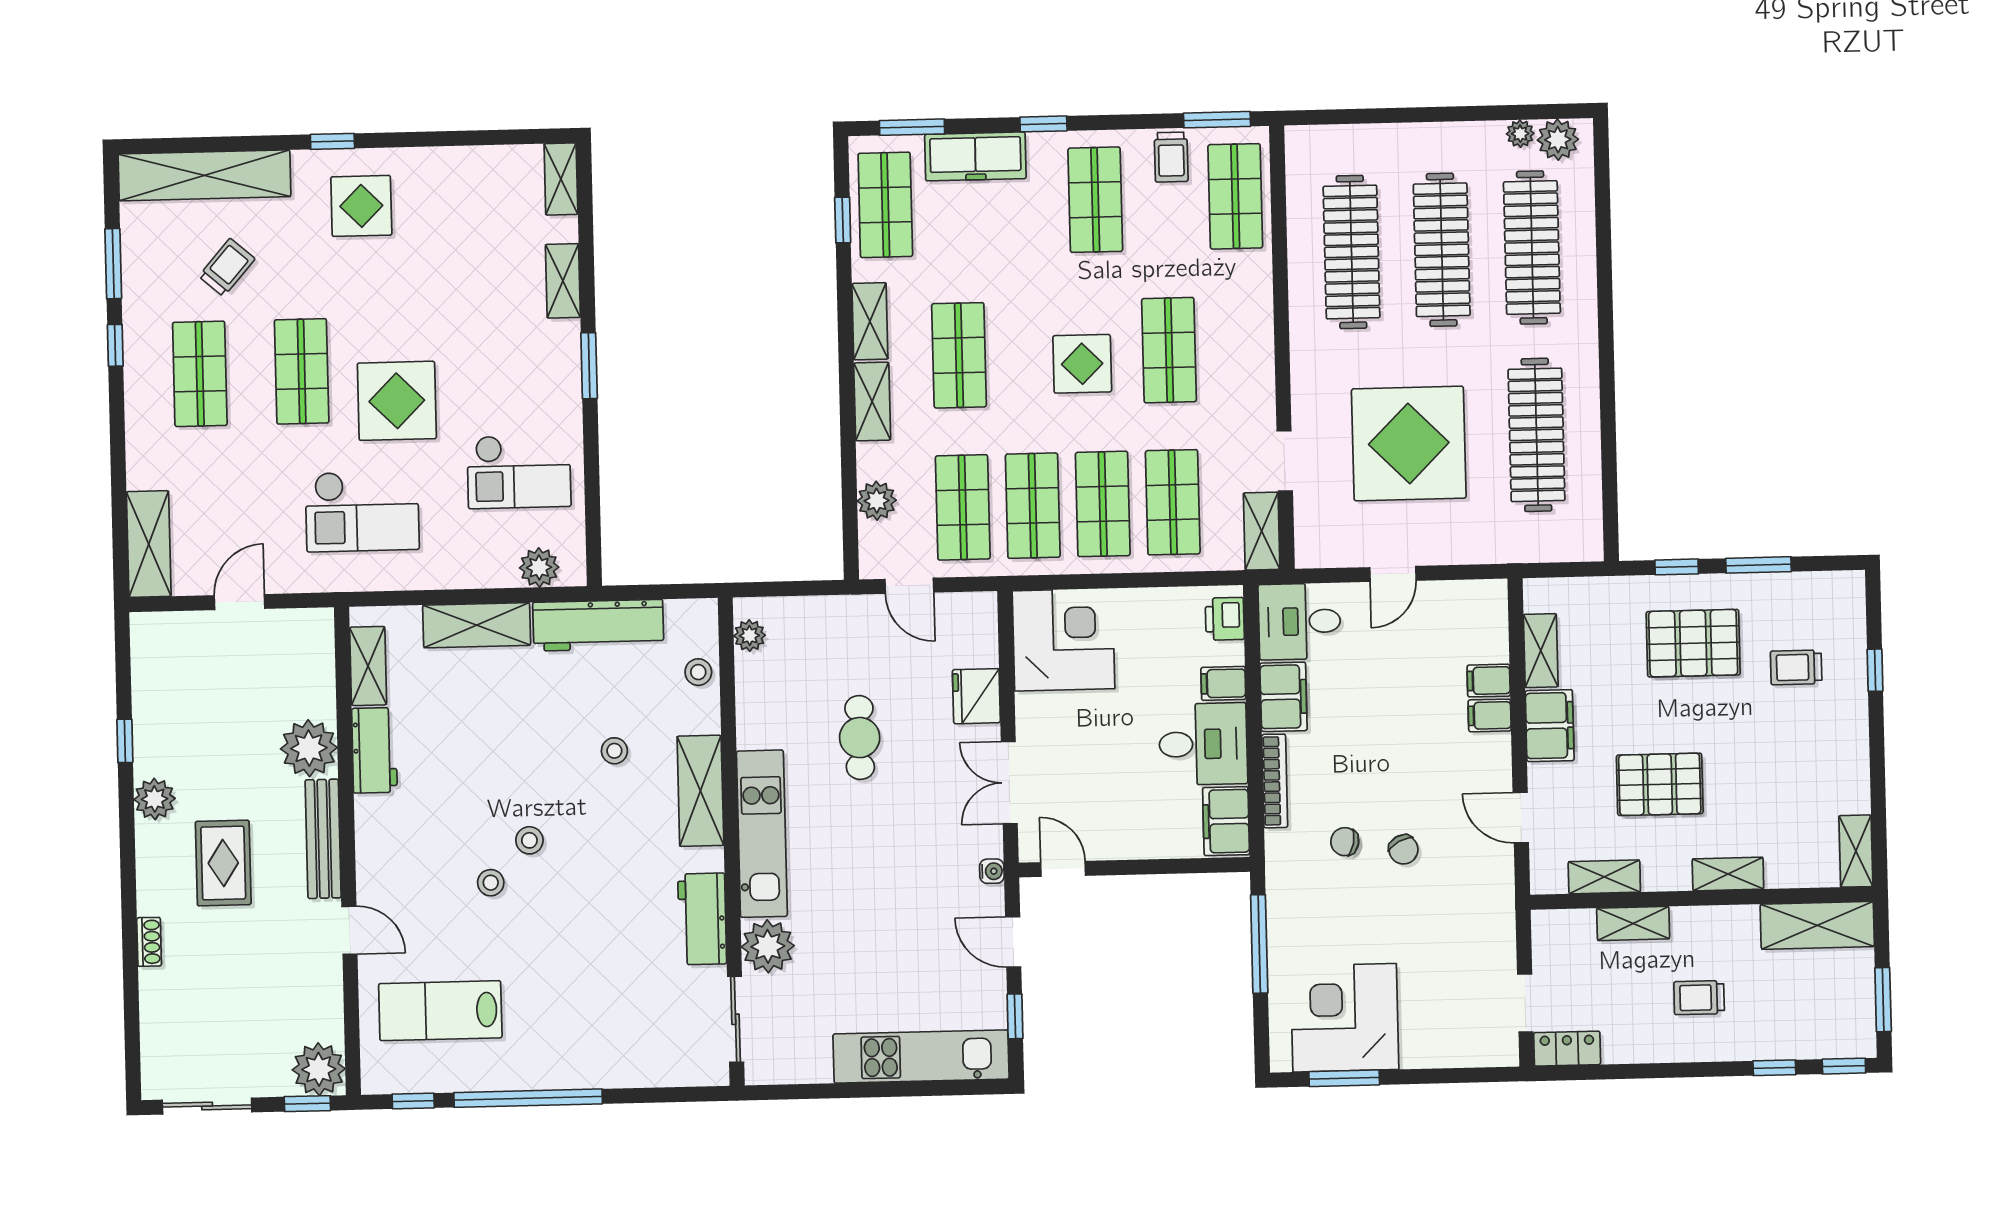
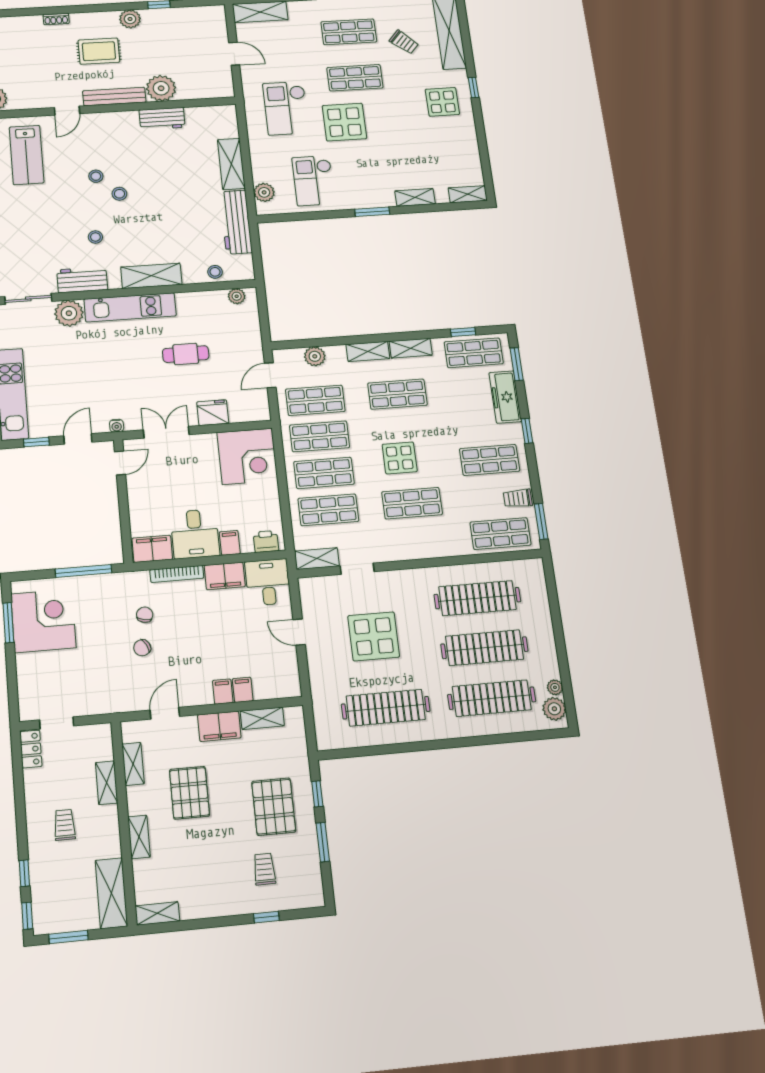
display table: (1409, 443) -> (374, 636), width x0.73, depth x0.73
shelving: (368, 666) -> (206, 114), removed
stool: (614, 751) -> (95, 237), moved
lab bench: (440, 1011) -> (27, 155), turned 180

